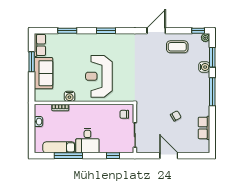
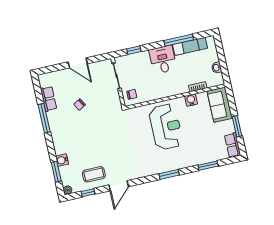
window: (198, 31) -> (88, 193), moved
sofa: (43, 73) -> (220, 105), moved
window: (212, 92) -> (44, 118), moved

